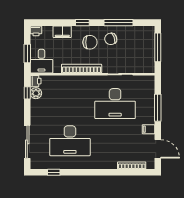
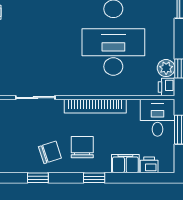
window: (119, 23) -> (38, 178), width x0.46
printer: (36, 31) -> (149, 165), moved
chair: (90, 42) -> (82, 147), turned 90
desk: (115, 104) -> (113, 52), moved

